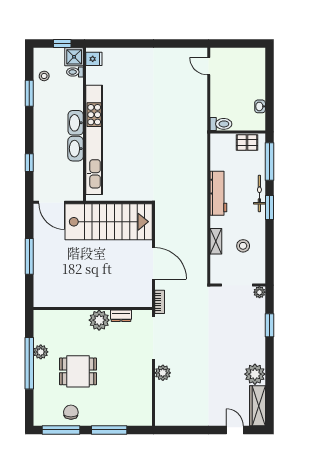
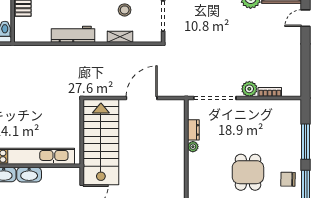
bookcase: (160, 302) -> (270, 92), moved
plant: (99, 320) -> (193, 147), width x0.53, depth x0.53

